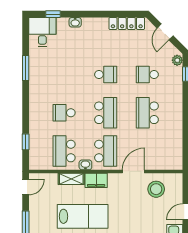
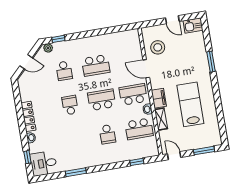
locker: (127, 23) -> (28, 116), moved

